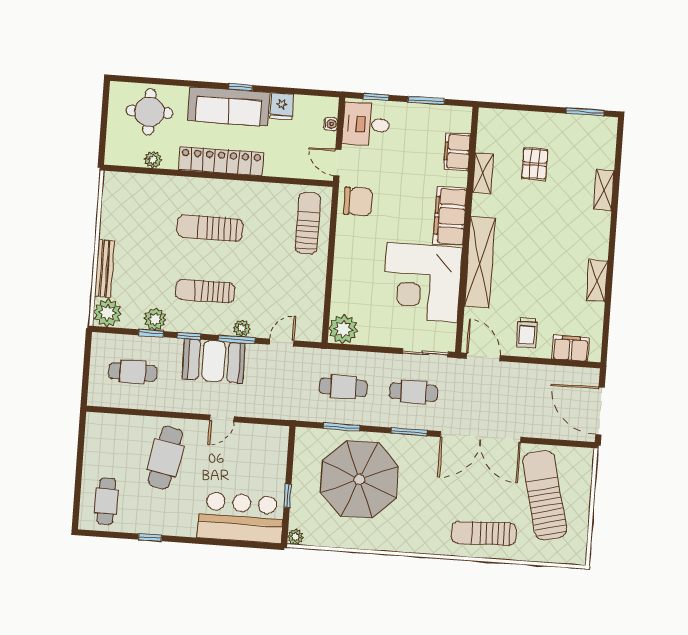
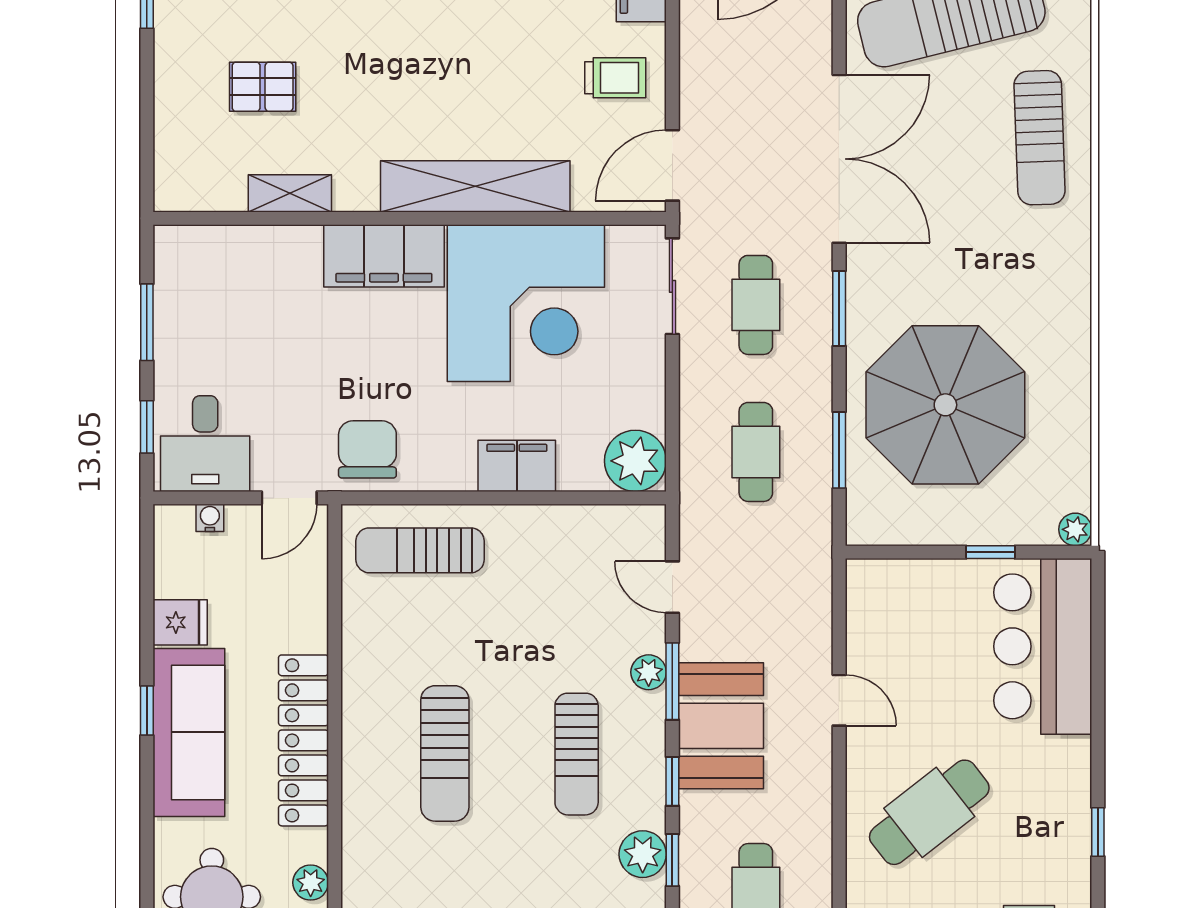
filing cabinet: (457, 152) -> (517, 466), moved, turned 180
cafe table: (165, 458) -> (929, 812), turned -49

